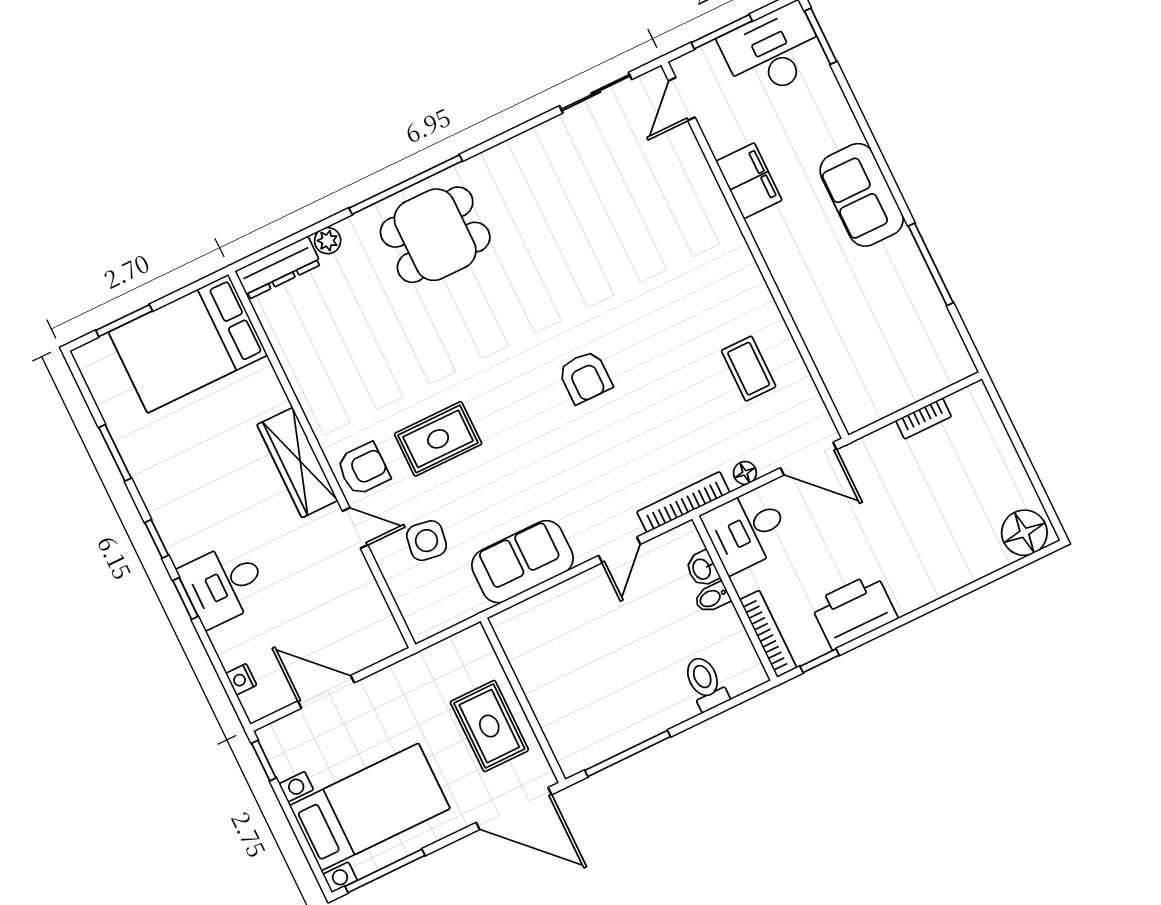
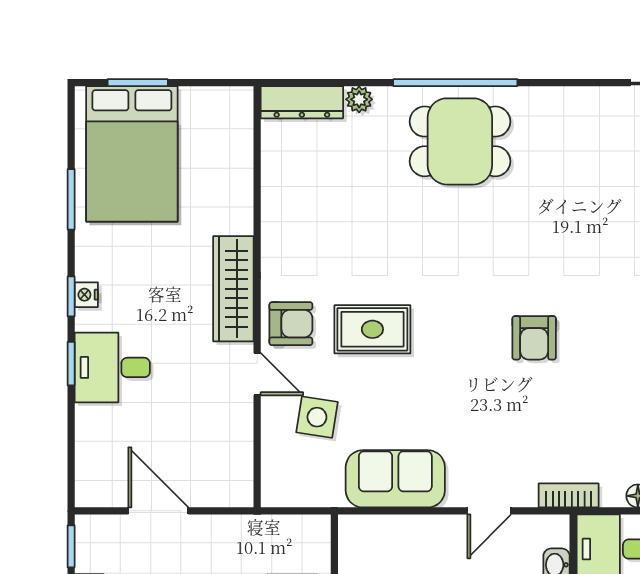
bed: (188, 344) -> (132, 154), moved, turned -90
bookcase: (683, 502) -> (569, 495), width x0.64
nightstand: (241, 679) -> (86, 295), moved

